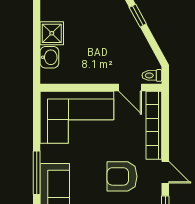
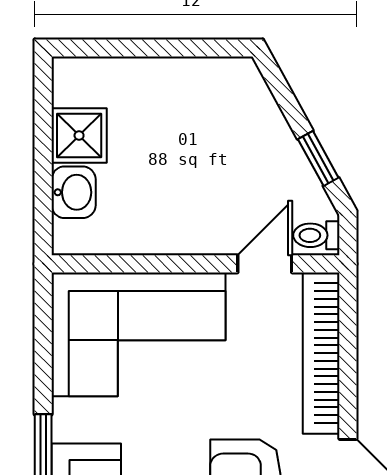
window: (138, 16) -> (318, 158), moved
door: (130, 87) -> (265, 264), swing flipped

